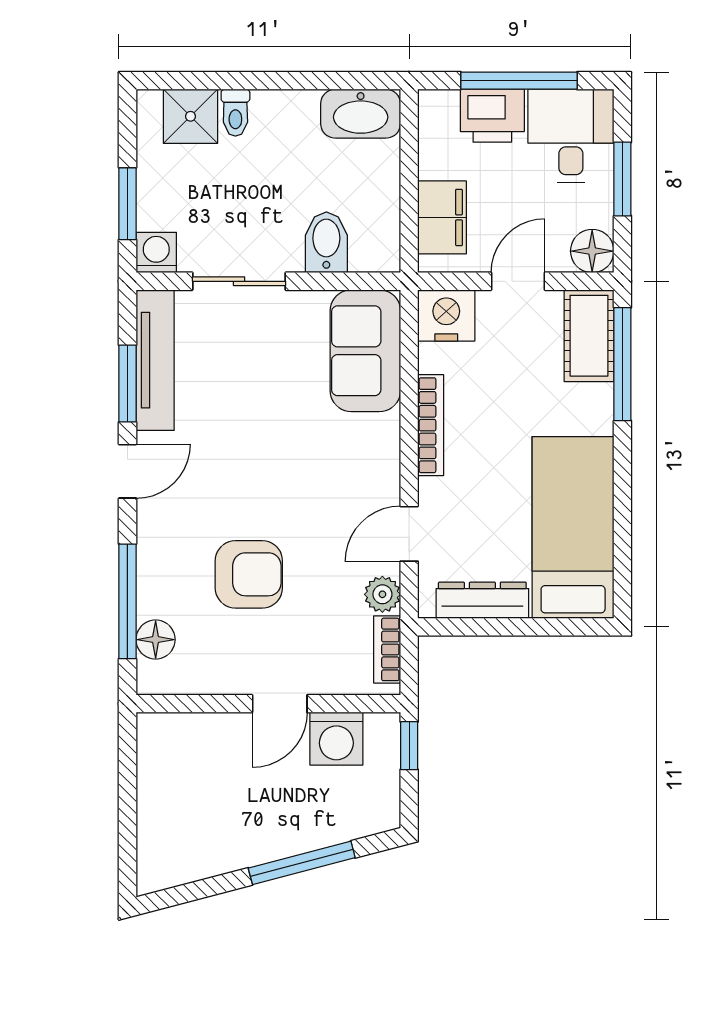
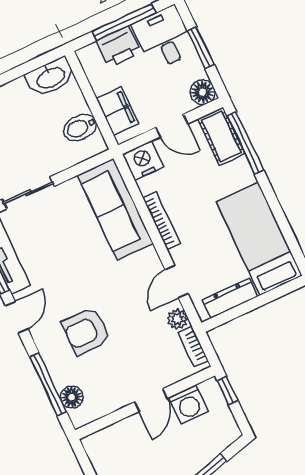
bidet: (326, 242) -> (80, 128), moved, turned -90
door: (518, 281) -> (172, 126), swing flipped
sofa: (365, 351) -> (115, 209), width x1.36
armchair: (249, 574) -> (86, 331), moved, turned 180

